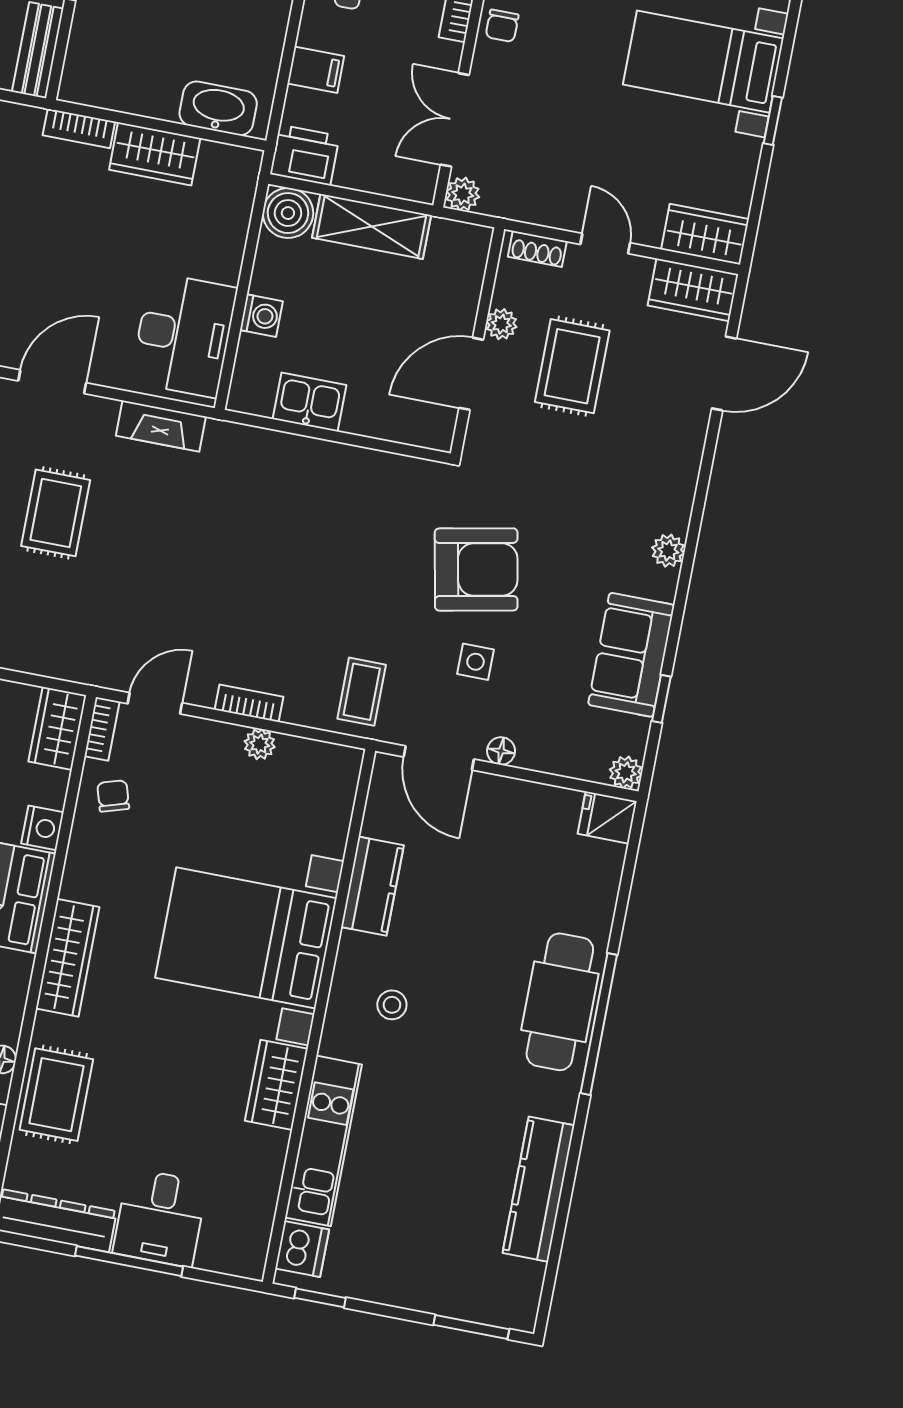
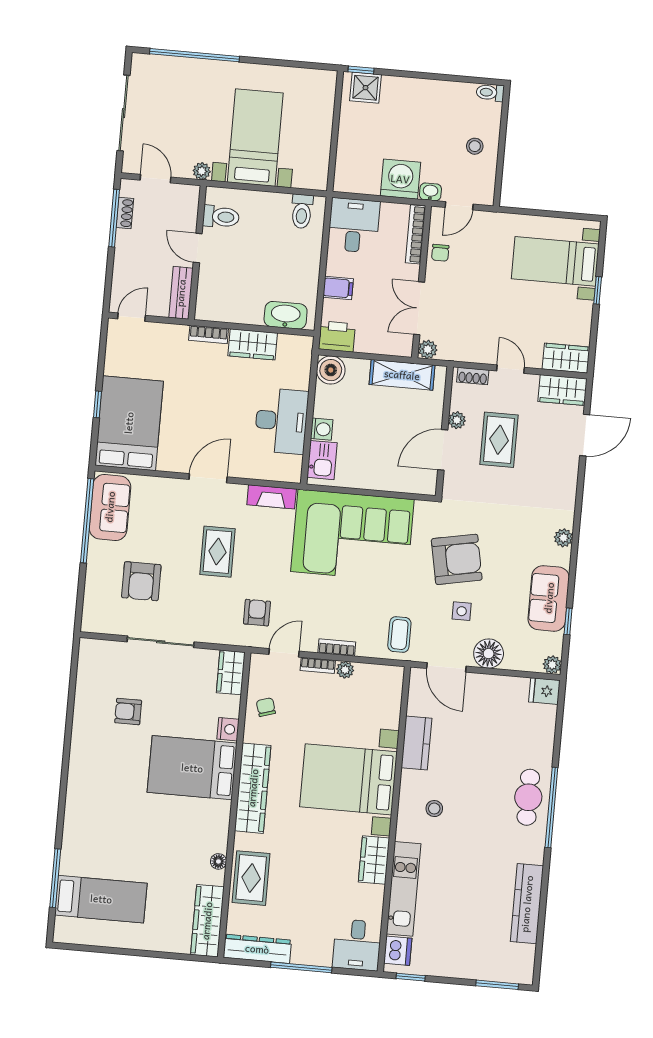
shelving: (372, 226) -> (402, 375), moved
desk: (184, 335) -> (281, 421), moved
kitchen sink: (310, 402) -> (322, 460), moved, turned 90
corner sofa: (297, 509) -> (352, 535), added
armchair: (114, 628) -> (257, 613), added
bookcase: (102, 729) -> (318, 665), moved, turned 90
floor lamp: (501, 751) -> (489, 654), width x1.89, depth x1.89
wardrobe: (68, 958) -> (253, 788), width x1.40, depth x1.17
cafe table: (560, 1002) -> (528, 797), width x0.73, depth x0.74
desk: (160, 1218) -> (357, 945), moved

